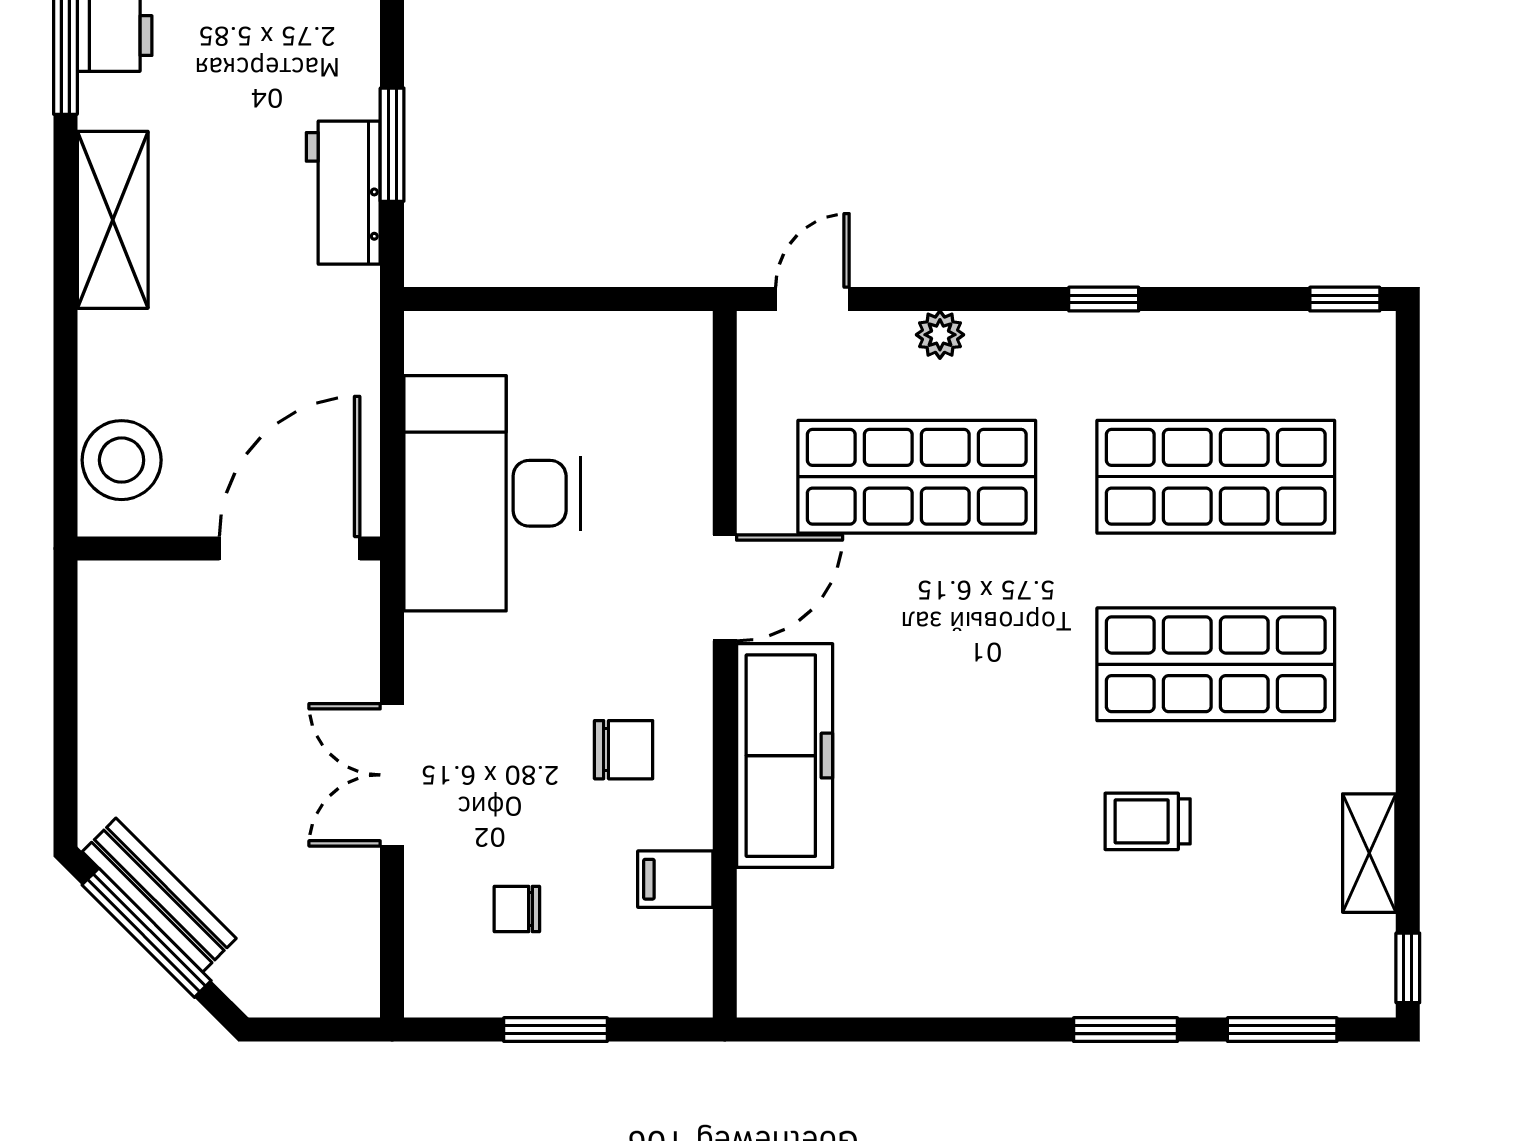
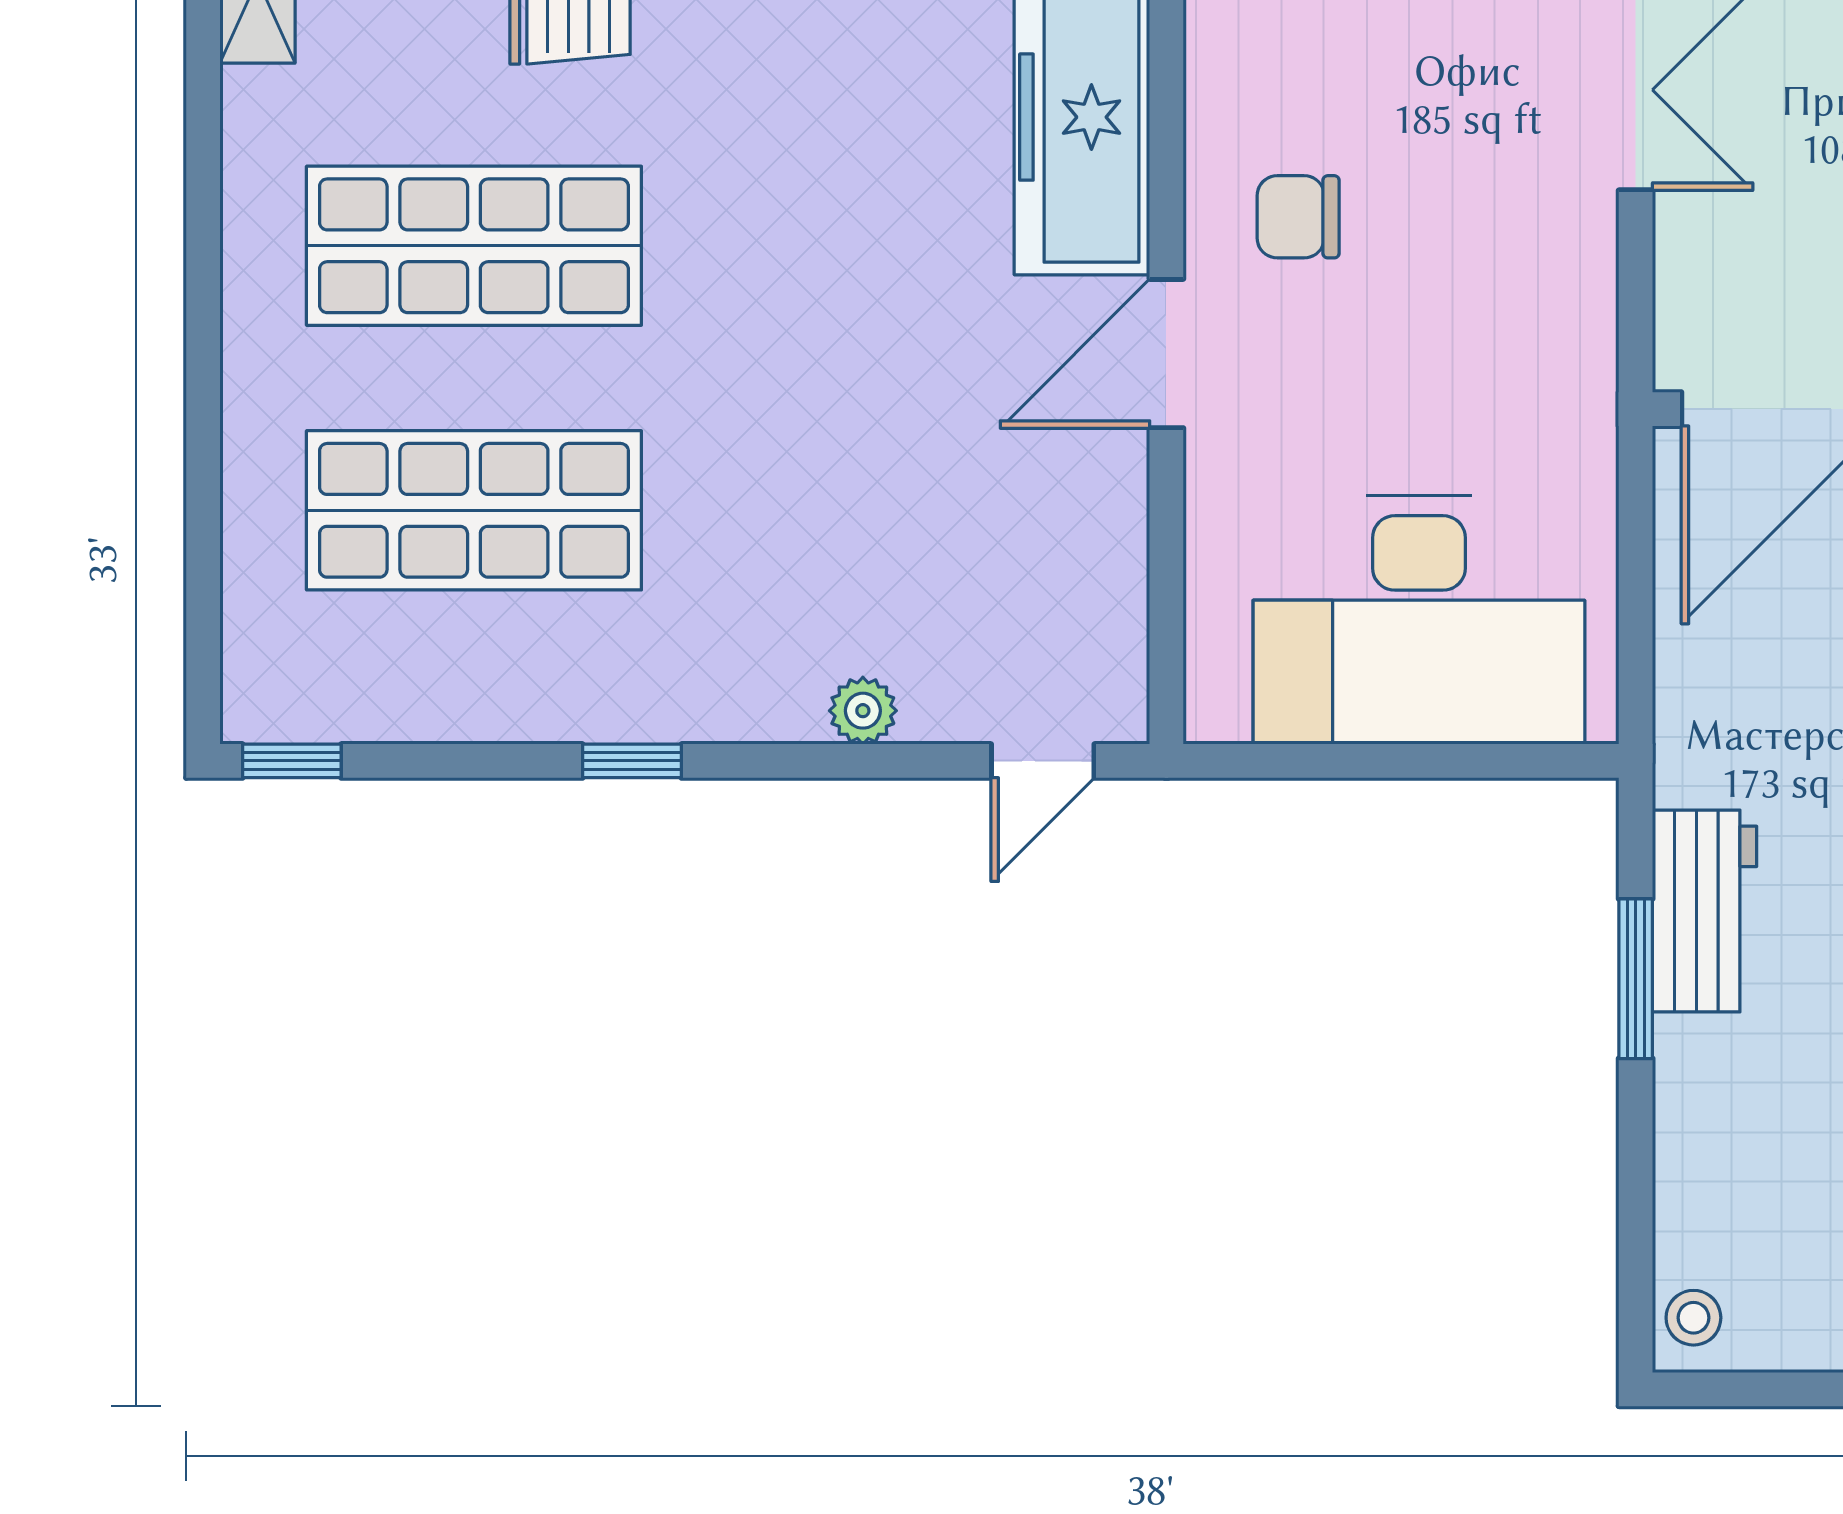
shop shelf: (917, 477) -> (896, 510), removed
desk: (492, 493) -> (1419, 620), moved, turned 90
chair: (624, 750) -> (1298, 217), moved

